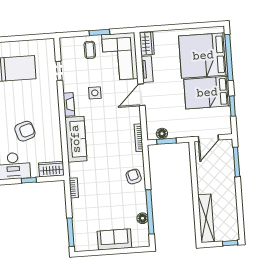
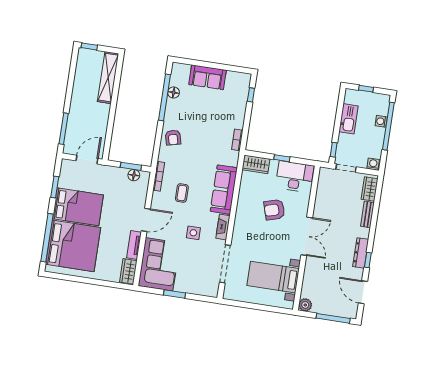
coffee table: (90, 50) -> (182, 193), moved
doorway: (59, 71) -> (225, 264), width x1.87
window: (71, 232) -> (251, 95), width x0.46

